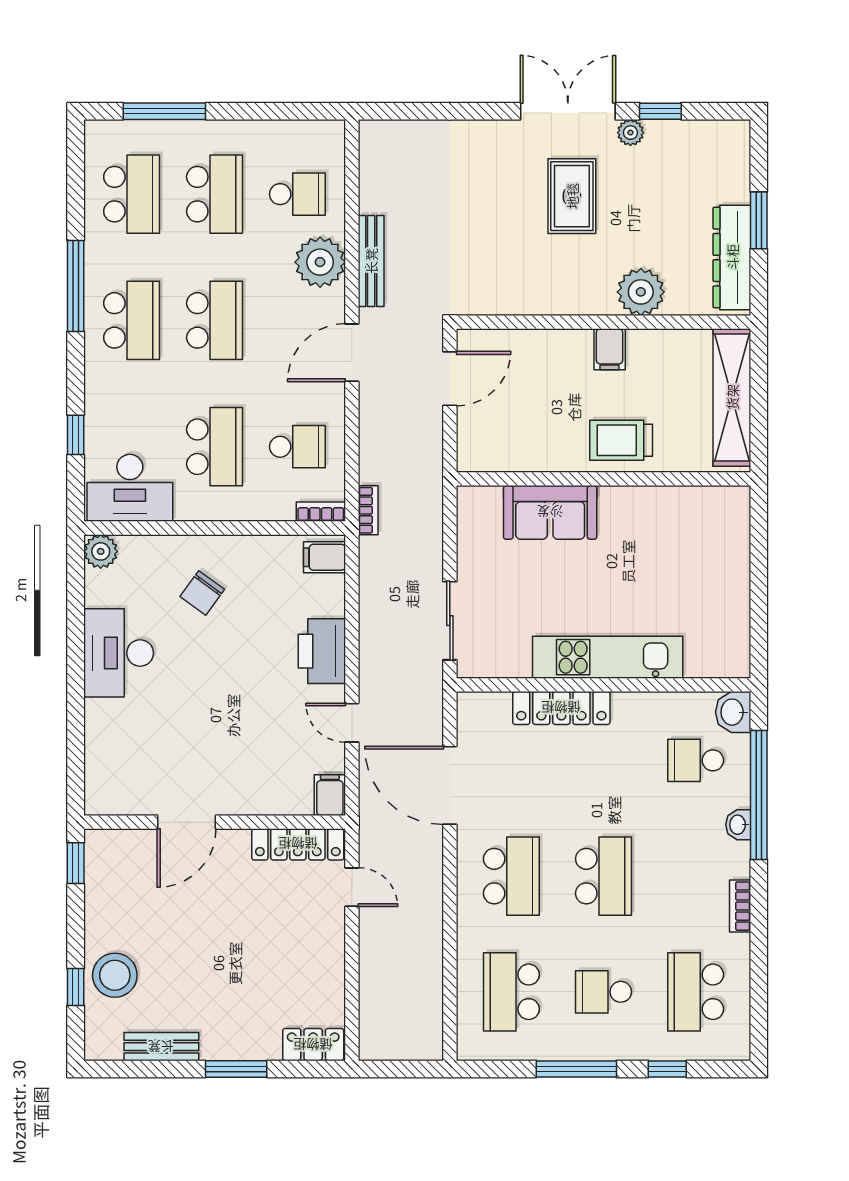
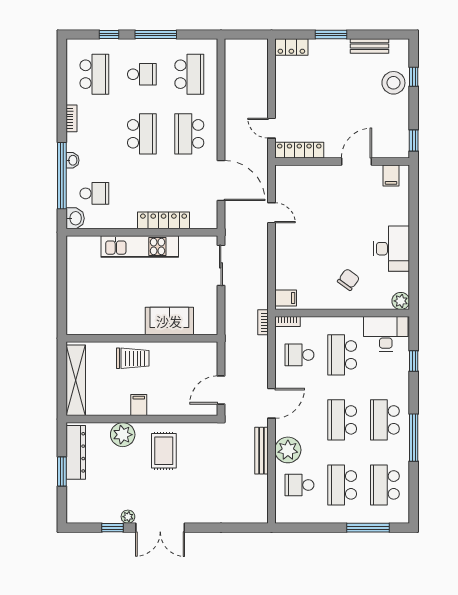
rug: (572, 196) -> (164, 451), moved
printer: (322, 651) -> (287, 250), removed
filing cabinet: (330, 795) -> (391, 176), moved
school desk: (603, 876) -> (142, 134), turned 180

